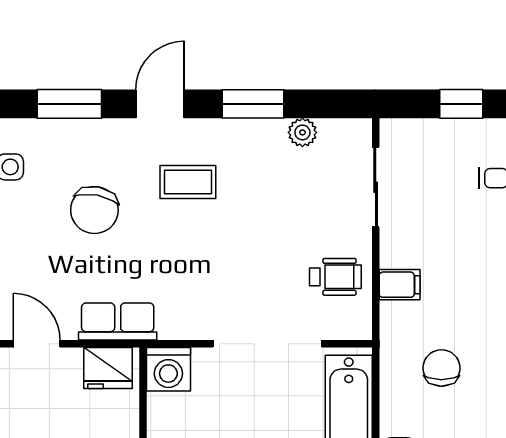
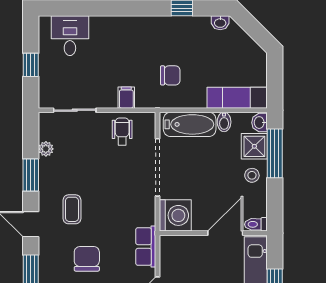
chair: (94, 210) -> (87, 259), turned -101
fridge: (108, 368) -> (170, 252), removed
chair: (441, 368) -> (170, 75), turned 180
washing machine: (168, 369) -> (175, 215), width x1.37, depth x1.37

